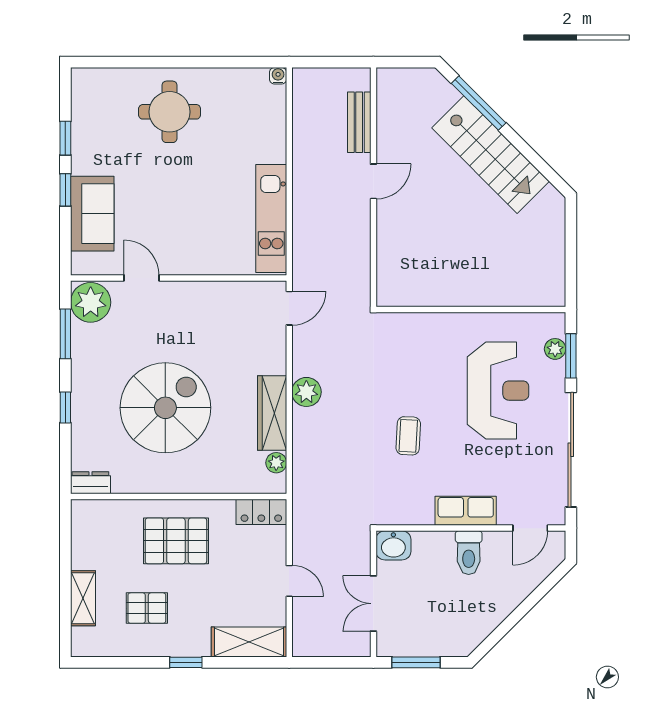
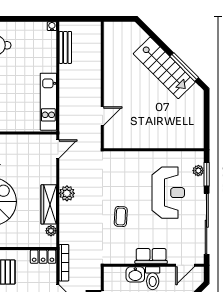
window: (479, 103) -> (184, 67), moved
bench: (359, 122) -> (65, 47), moved
door: (373, 181) -> (102, 116), moved
bookcase: (301, 523) -> (64, 263), added
washbasin: (393, 545) -> (135, 274), moved

